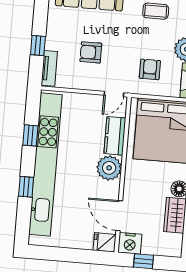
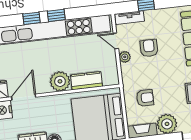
plant: (96, 84) -> (125, 57), added
door: (114, 94) -> (116, 41), moved
window: (30, 135) -> (56, 15), moved

